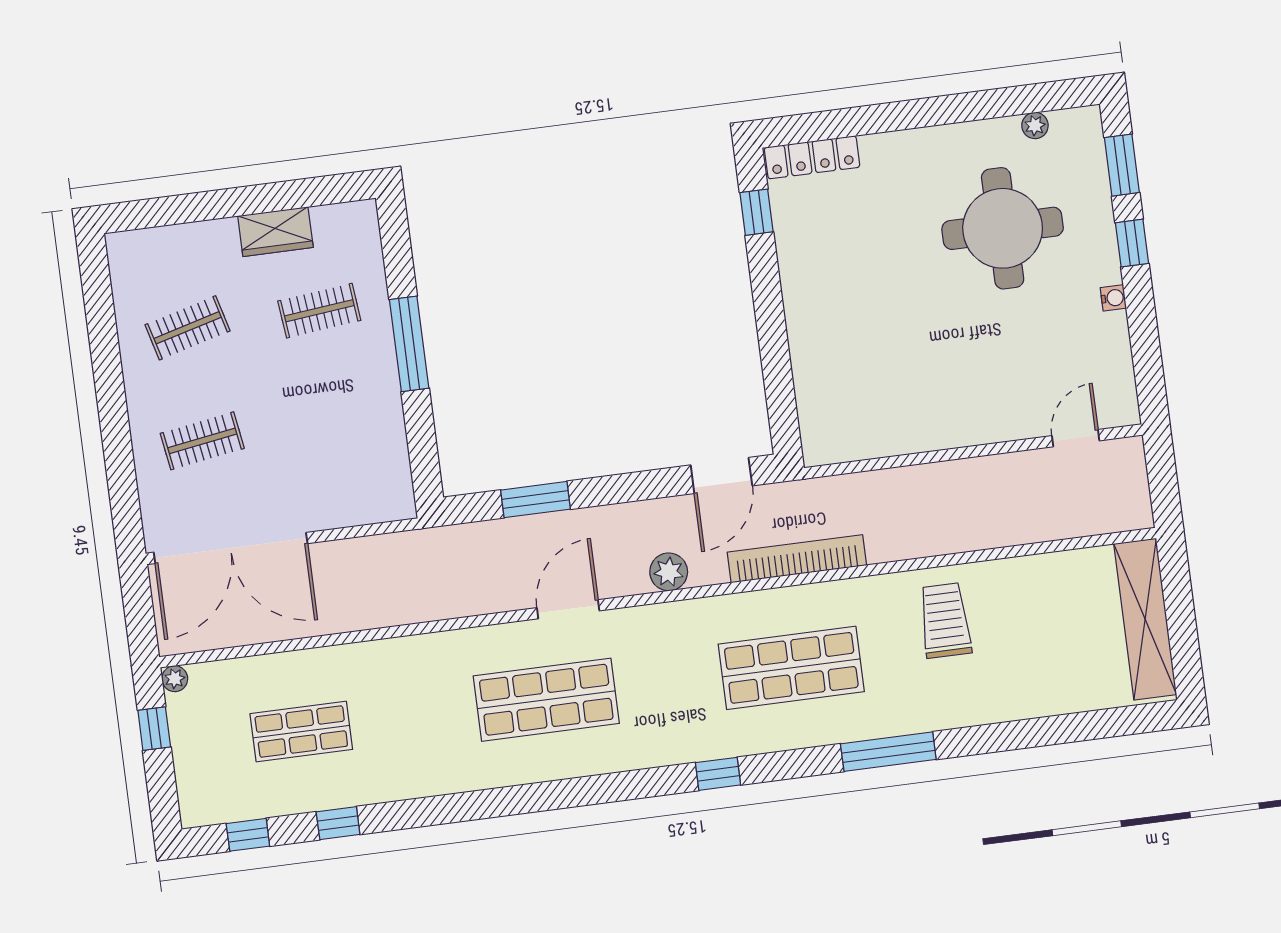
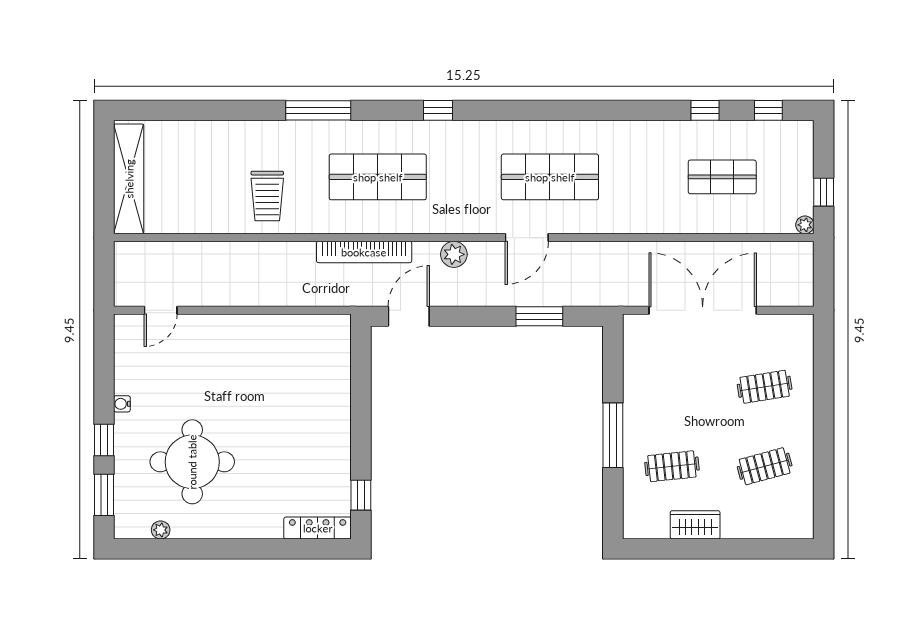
double door: (231, 548) -> (703, 310), moved

